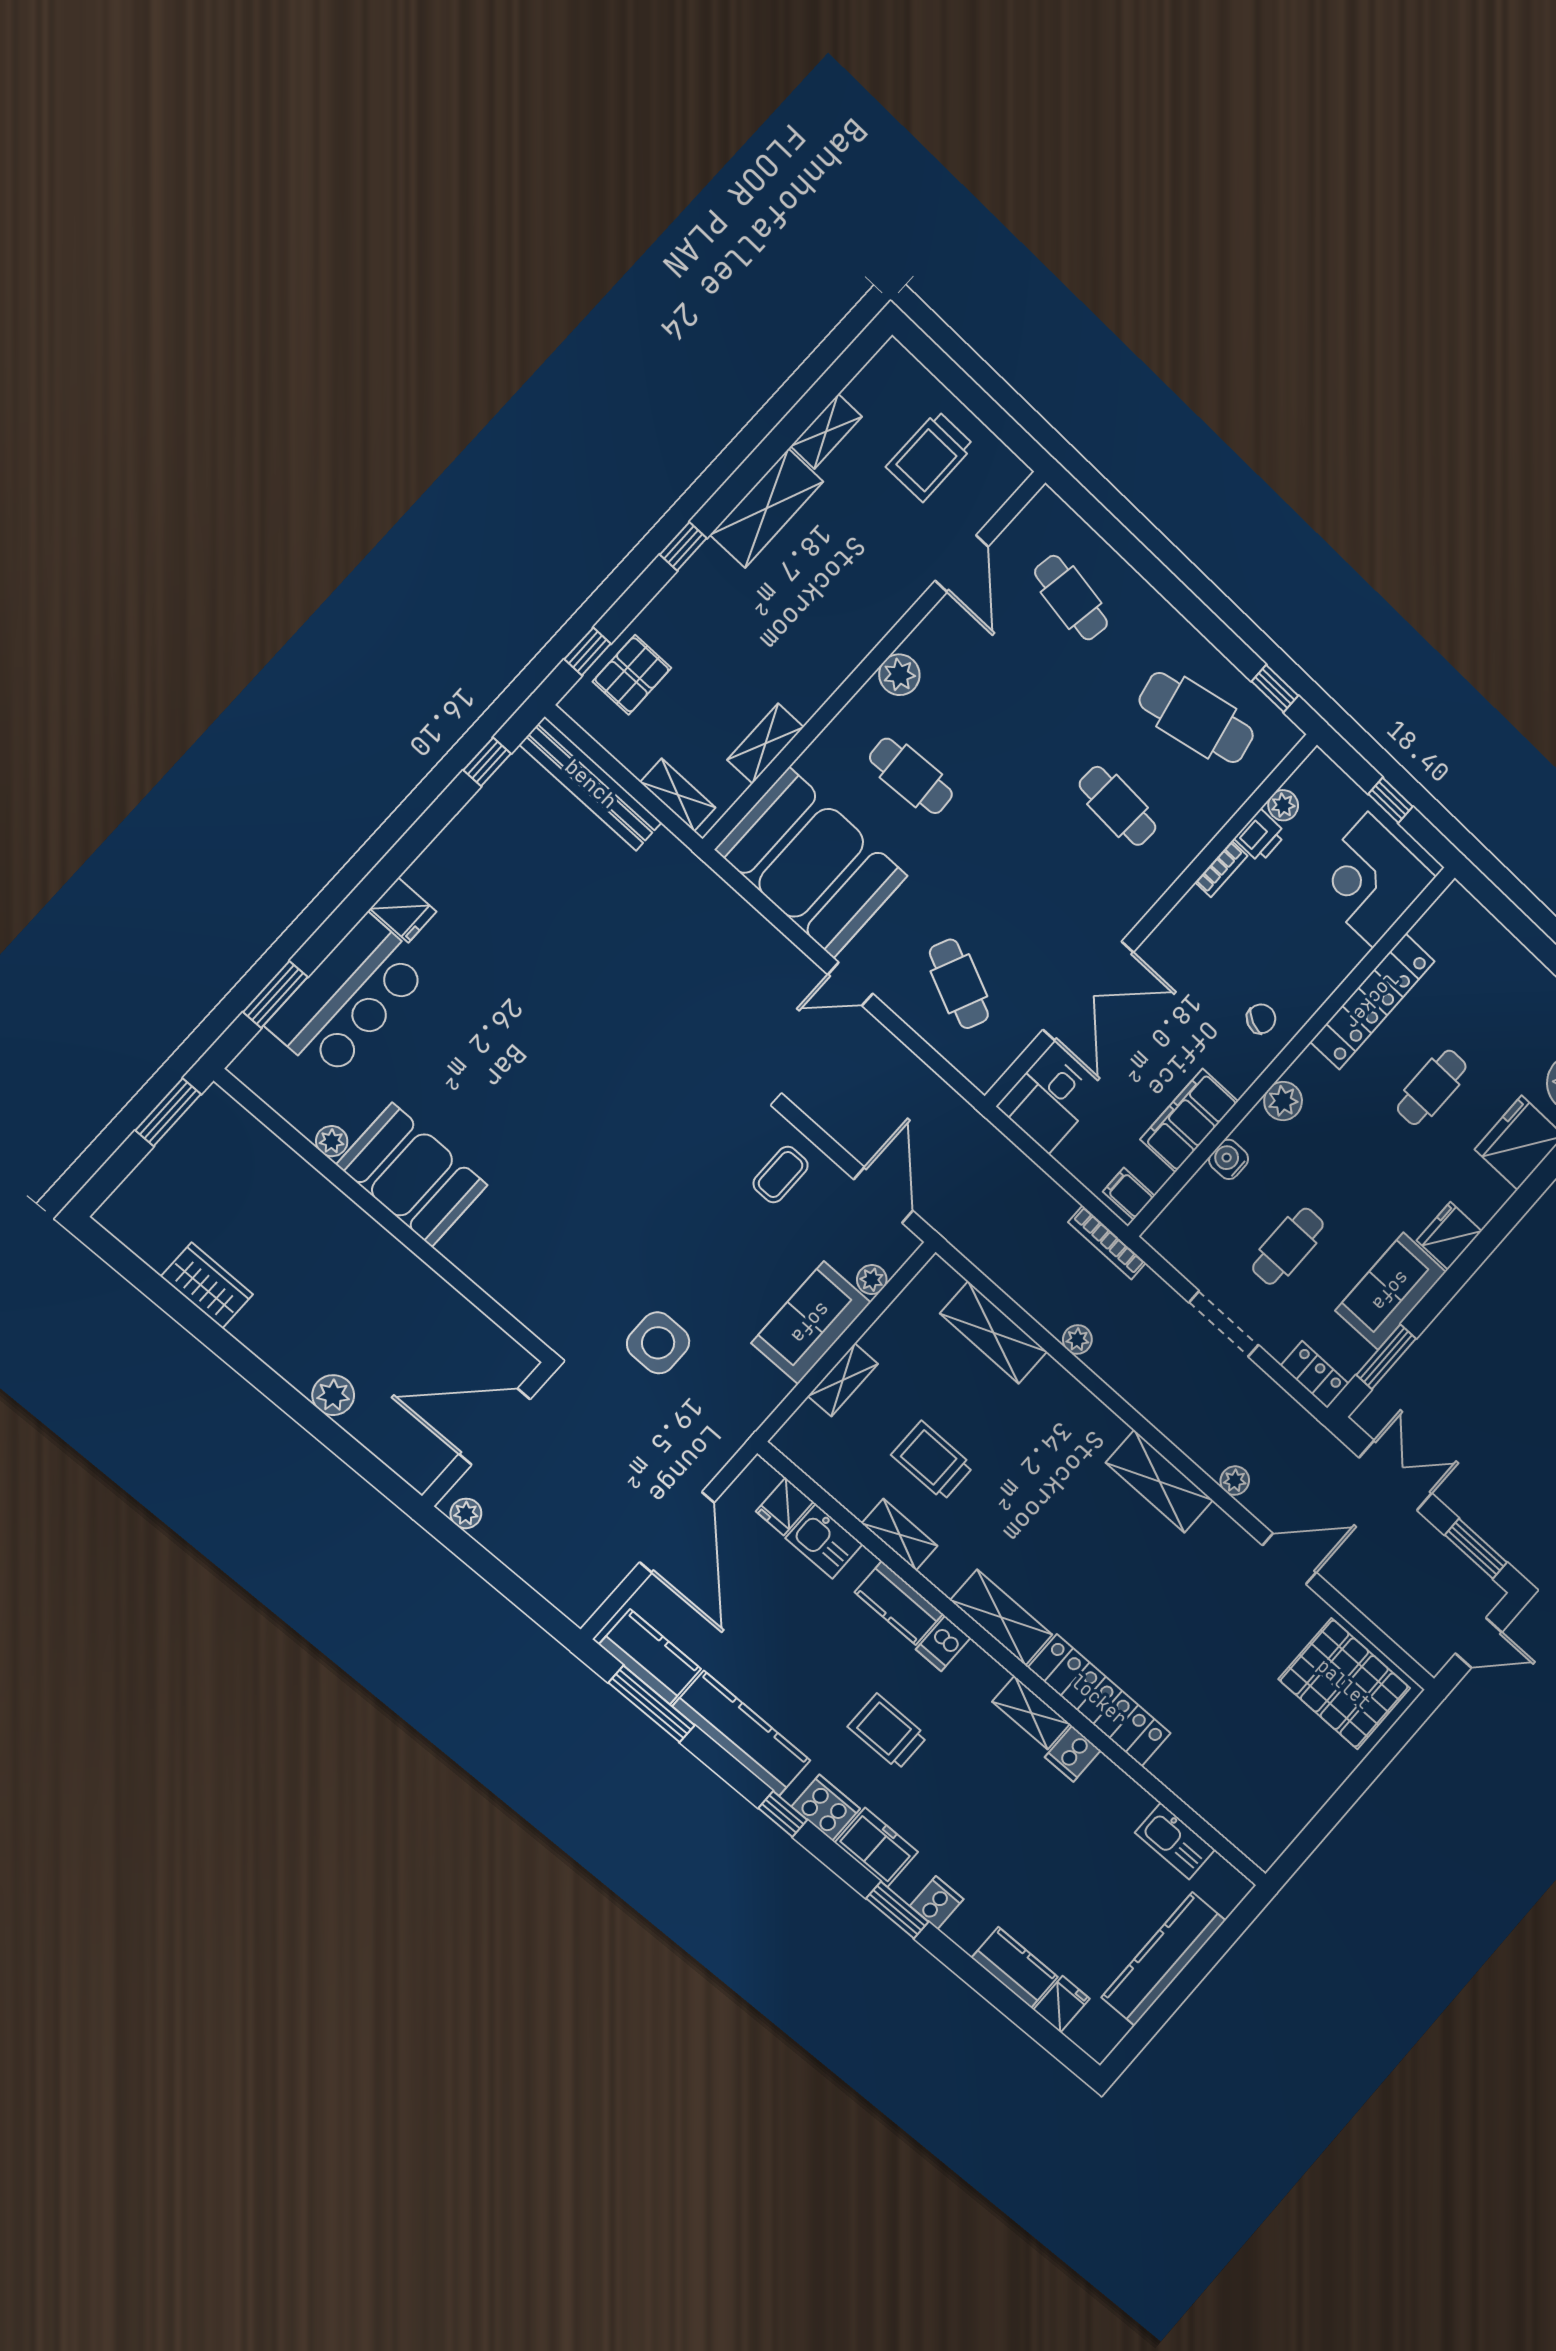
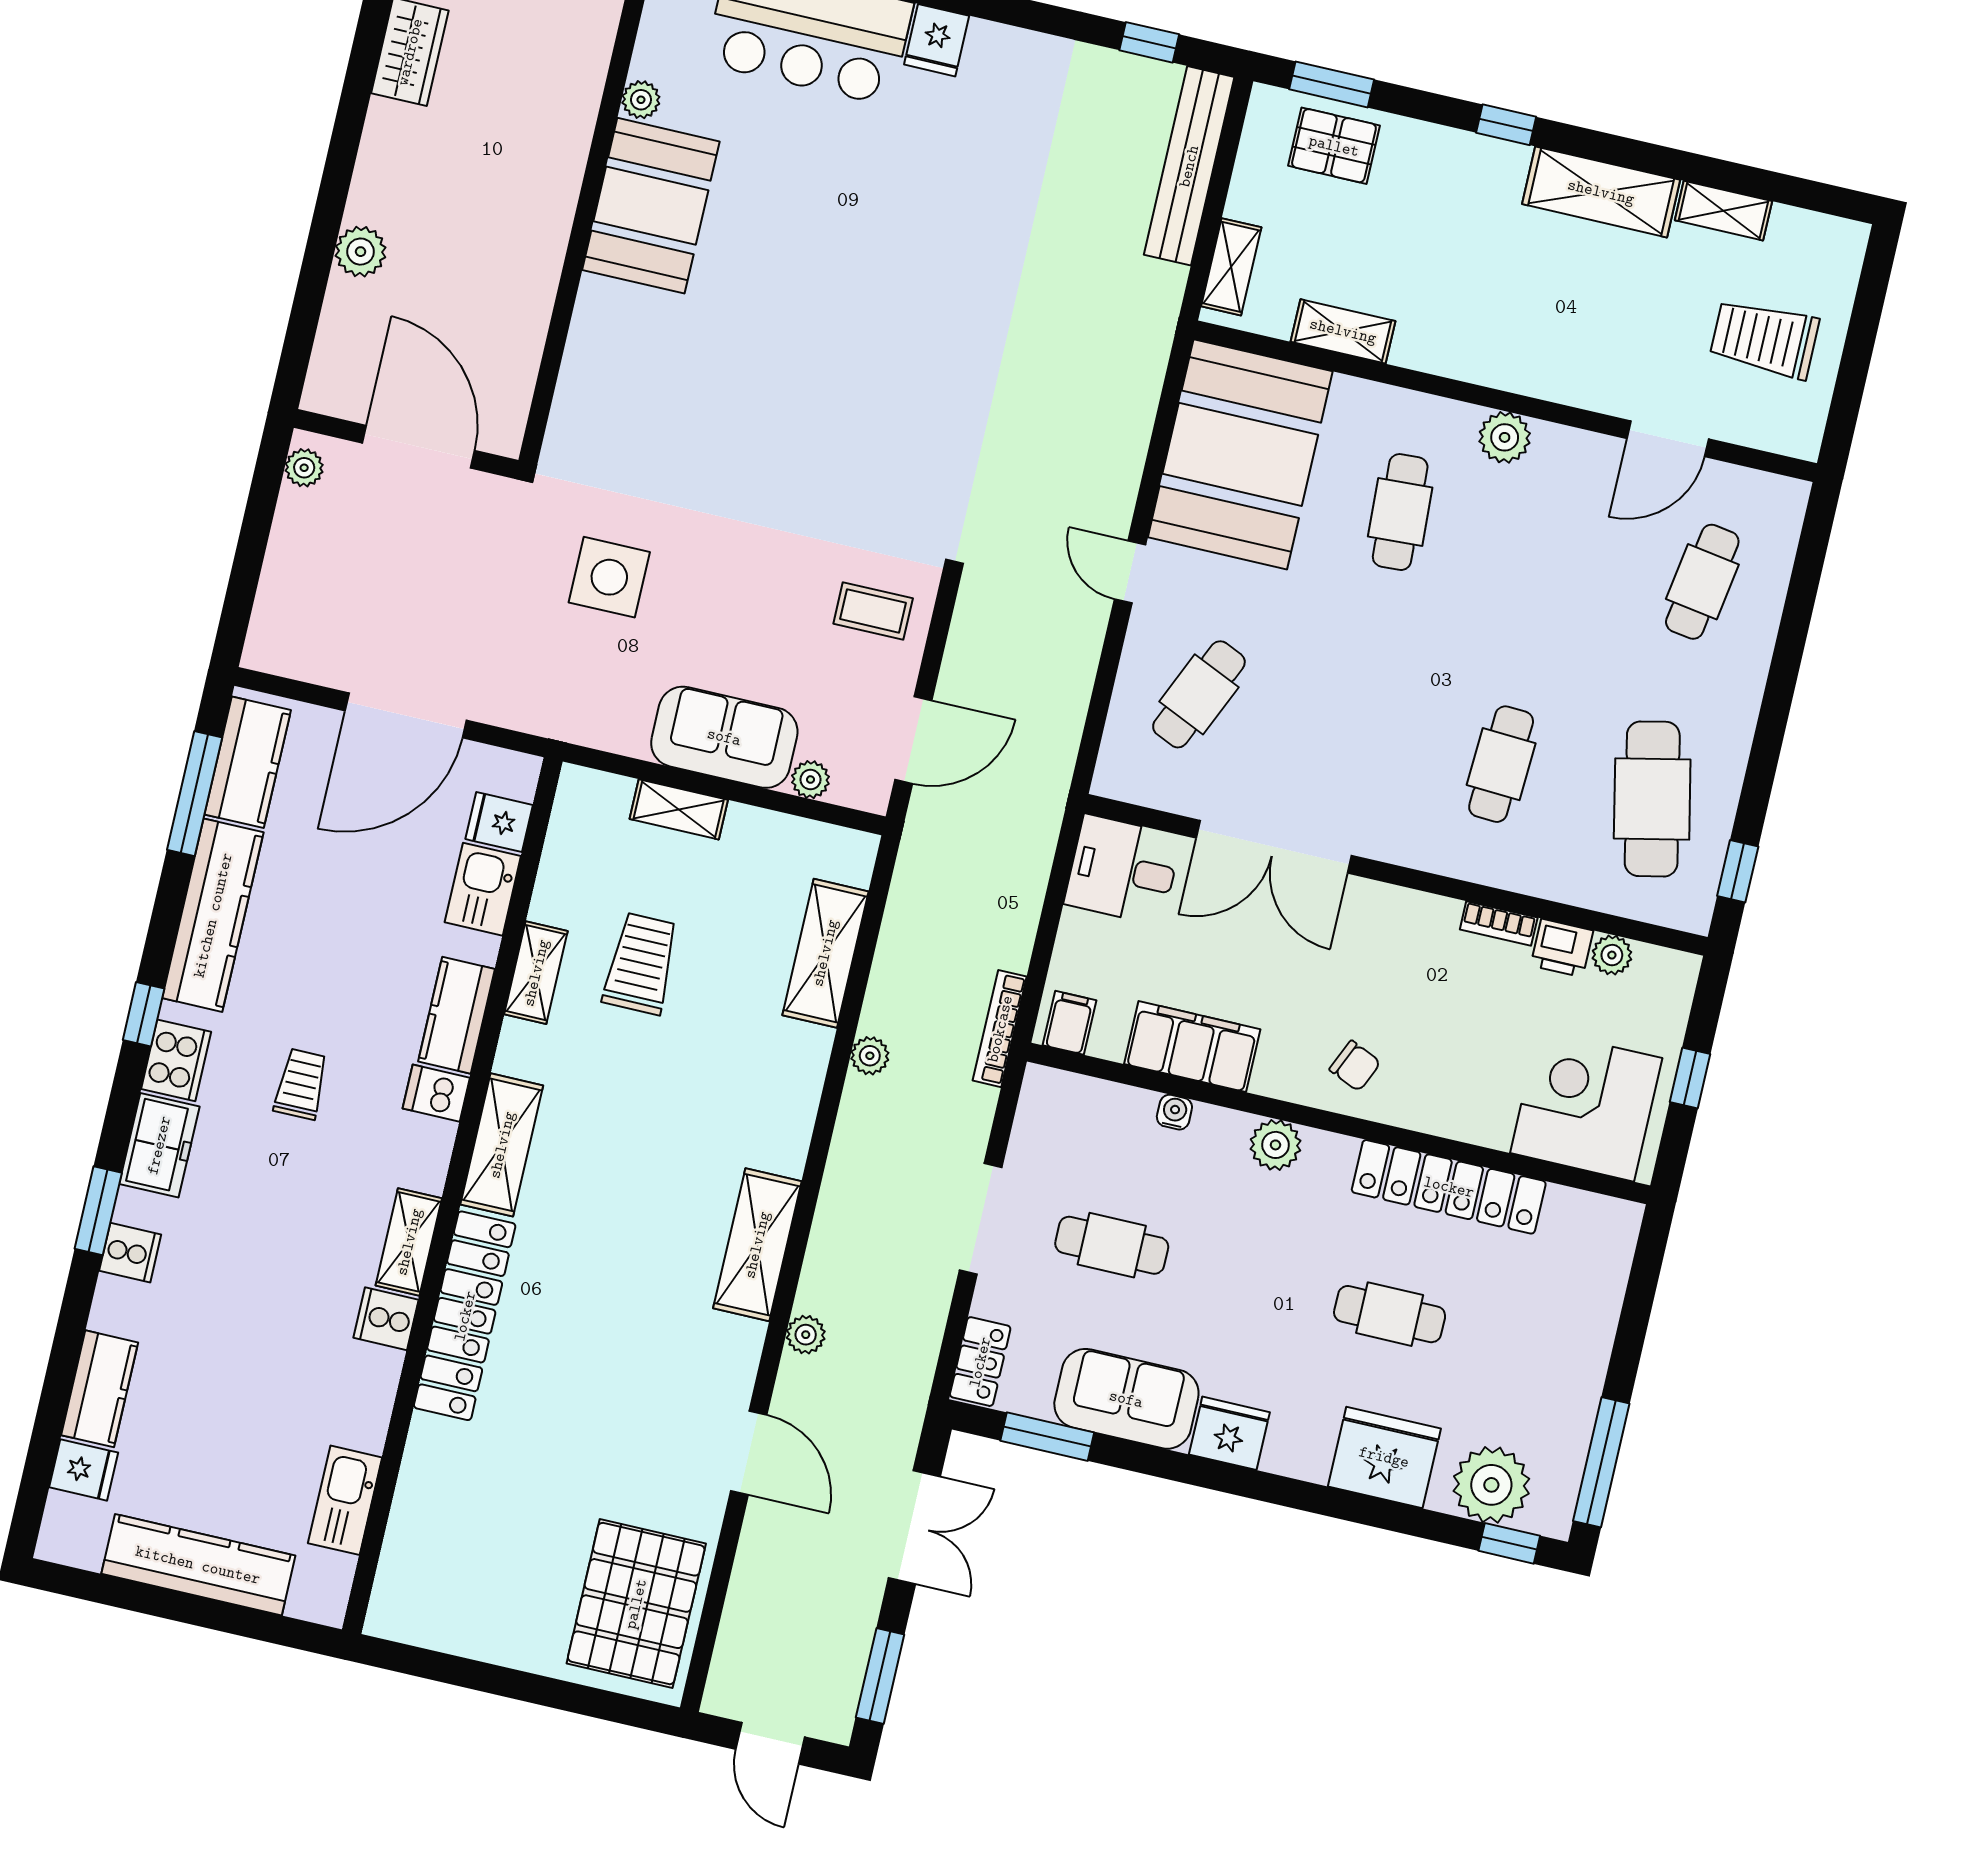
window: (588, 651) -> (1332, 84), width x1.50
water cooler: (1229, 1159) -> (1174, 1112), width x0.72, depth x0.72
trolley: (888, 1732) -> (301, 1084), width x0.73, depth x0.72

